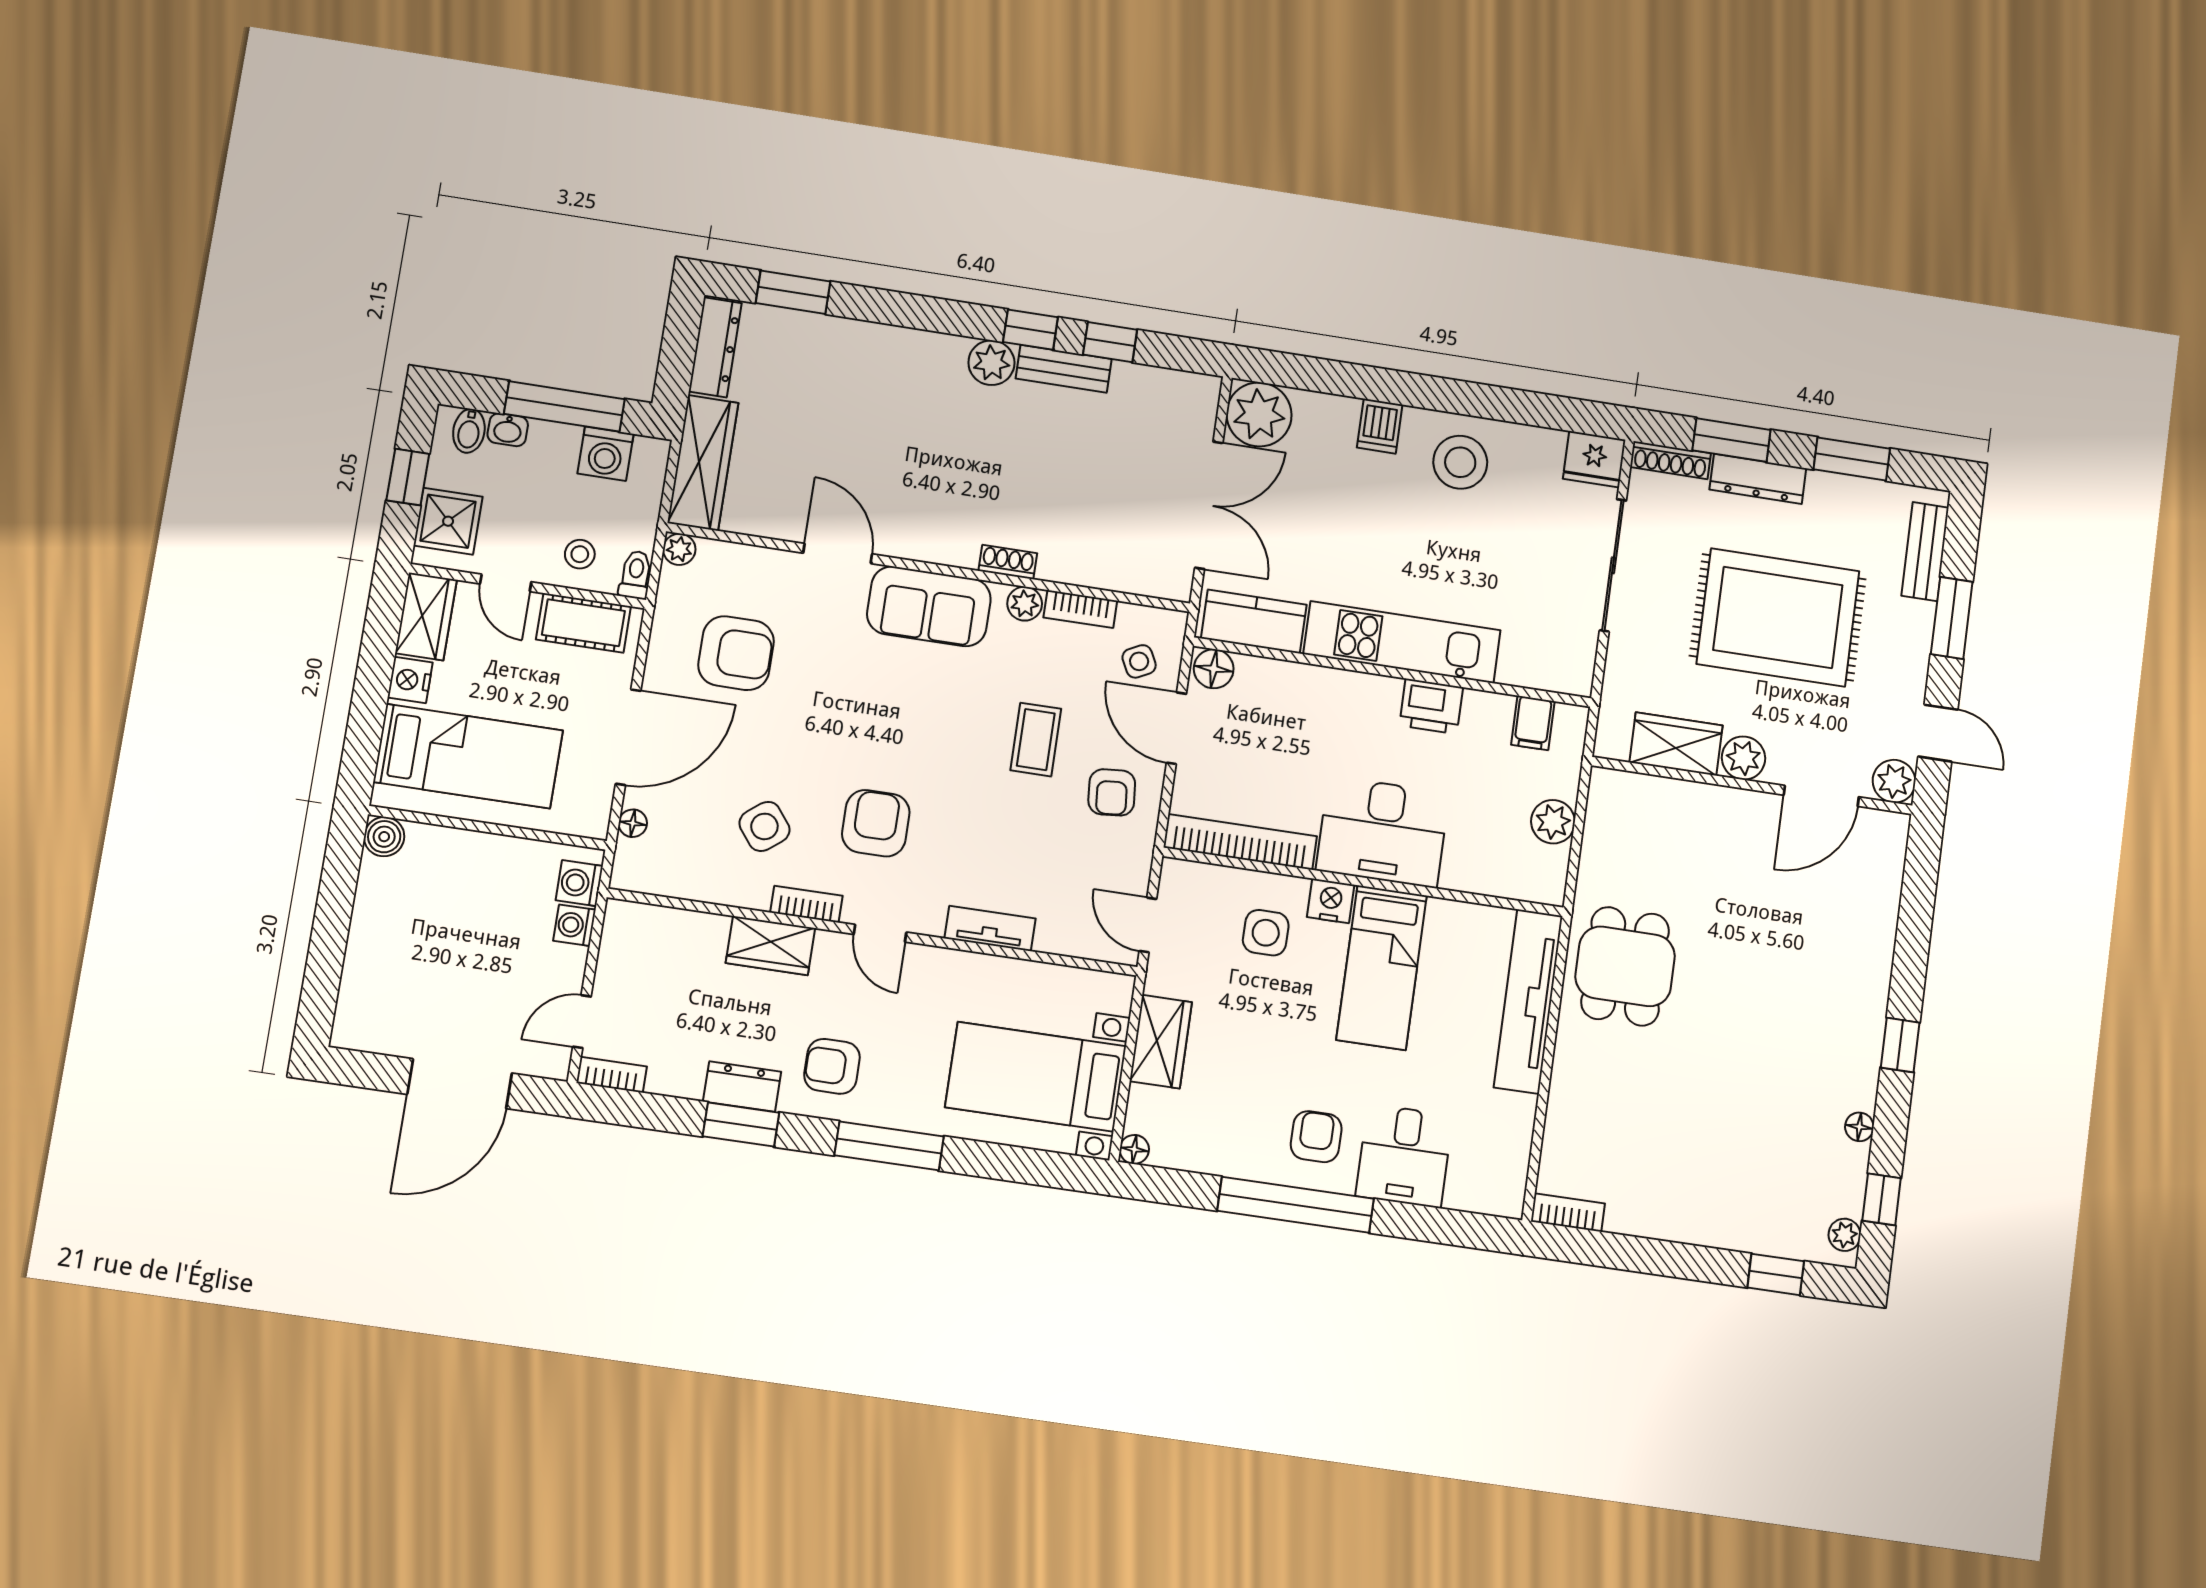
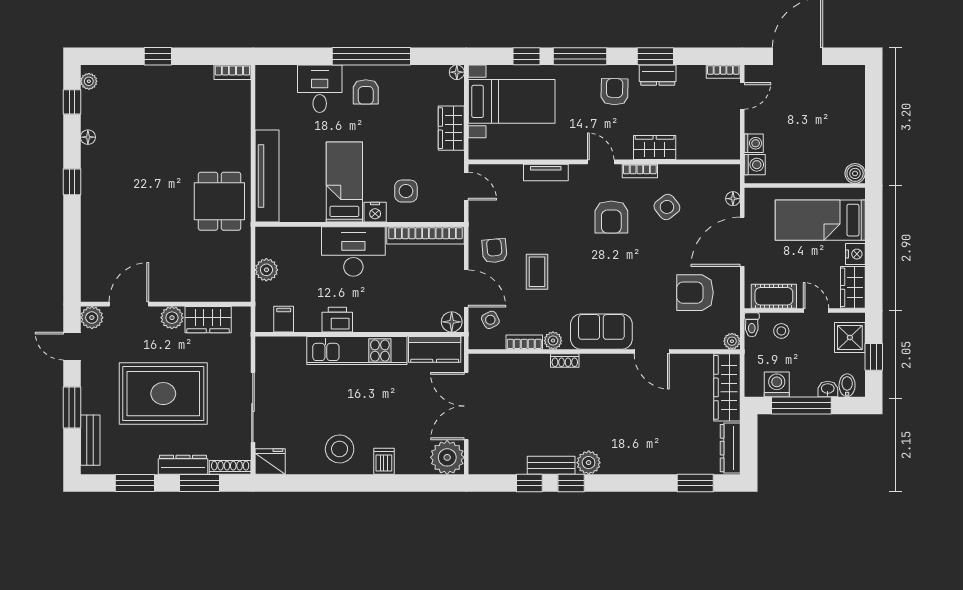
armchair: (832, 1066) -> (614, 92), turned -89
window: (994, 1161) -> (526, 56), added
window: (1776, 1274) -> (158, 56), moved

